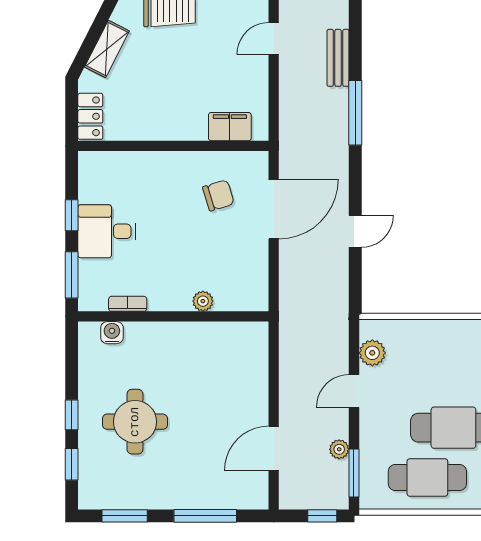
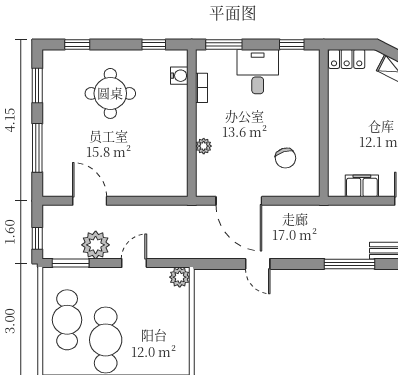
filing cabinet: (230, 127) -> (362, 186), moved, turned -90
door: (274, 209) -> (239, 201), moved
window: (72, 215) -> (292, 45), moved
plant: (372, 353) -> (180, 277), moved
door: (354, 391) -> (134, 263), hinge flipped
window: (72, 415) -> (154, 45), moved
plant: (339, 449) -> (96, 245), width x1.88, depth x1.88

